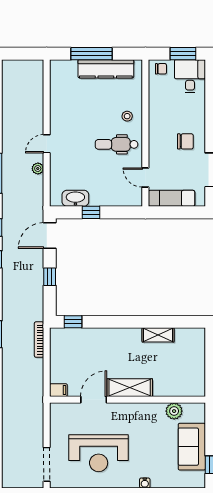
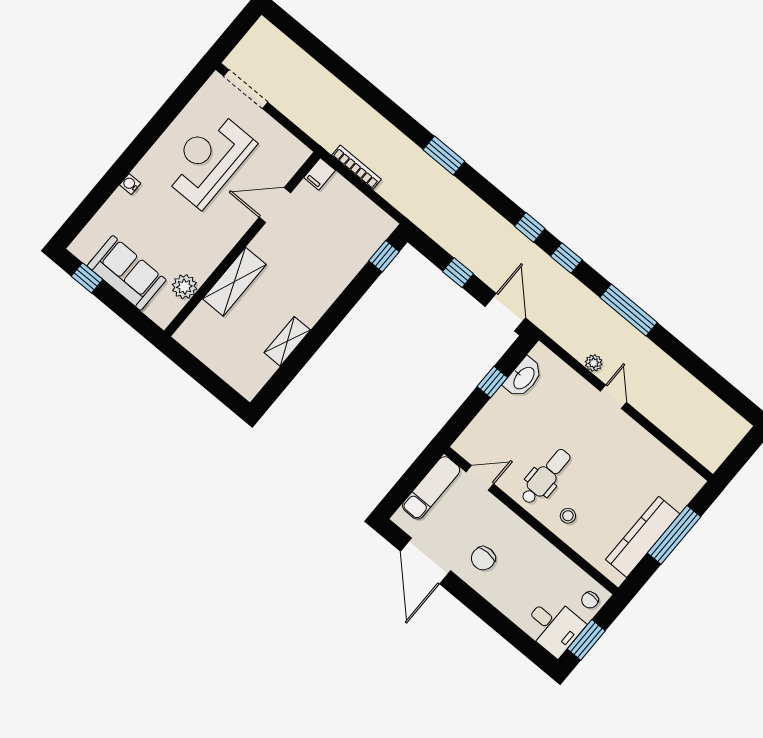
bookcase: (39, 340) -> (357, 167), moved
shelving: (130, 388) -> (234, 282), moved
door: (94, 400) -> (275, 205), swing flipped

